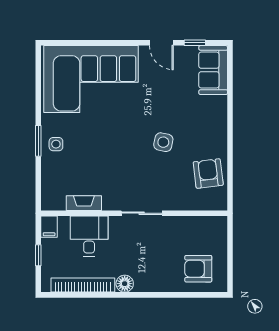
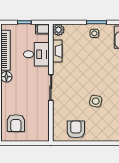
armchair: (208, 174) -> (76, 129), turned -83
plant: (50, 201) -> (58, 30), added
armchair: (198, 269) -> (16, 123), turned 180

